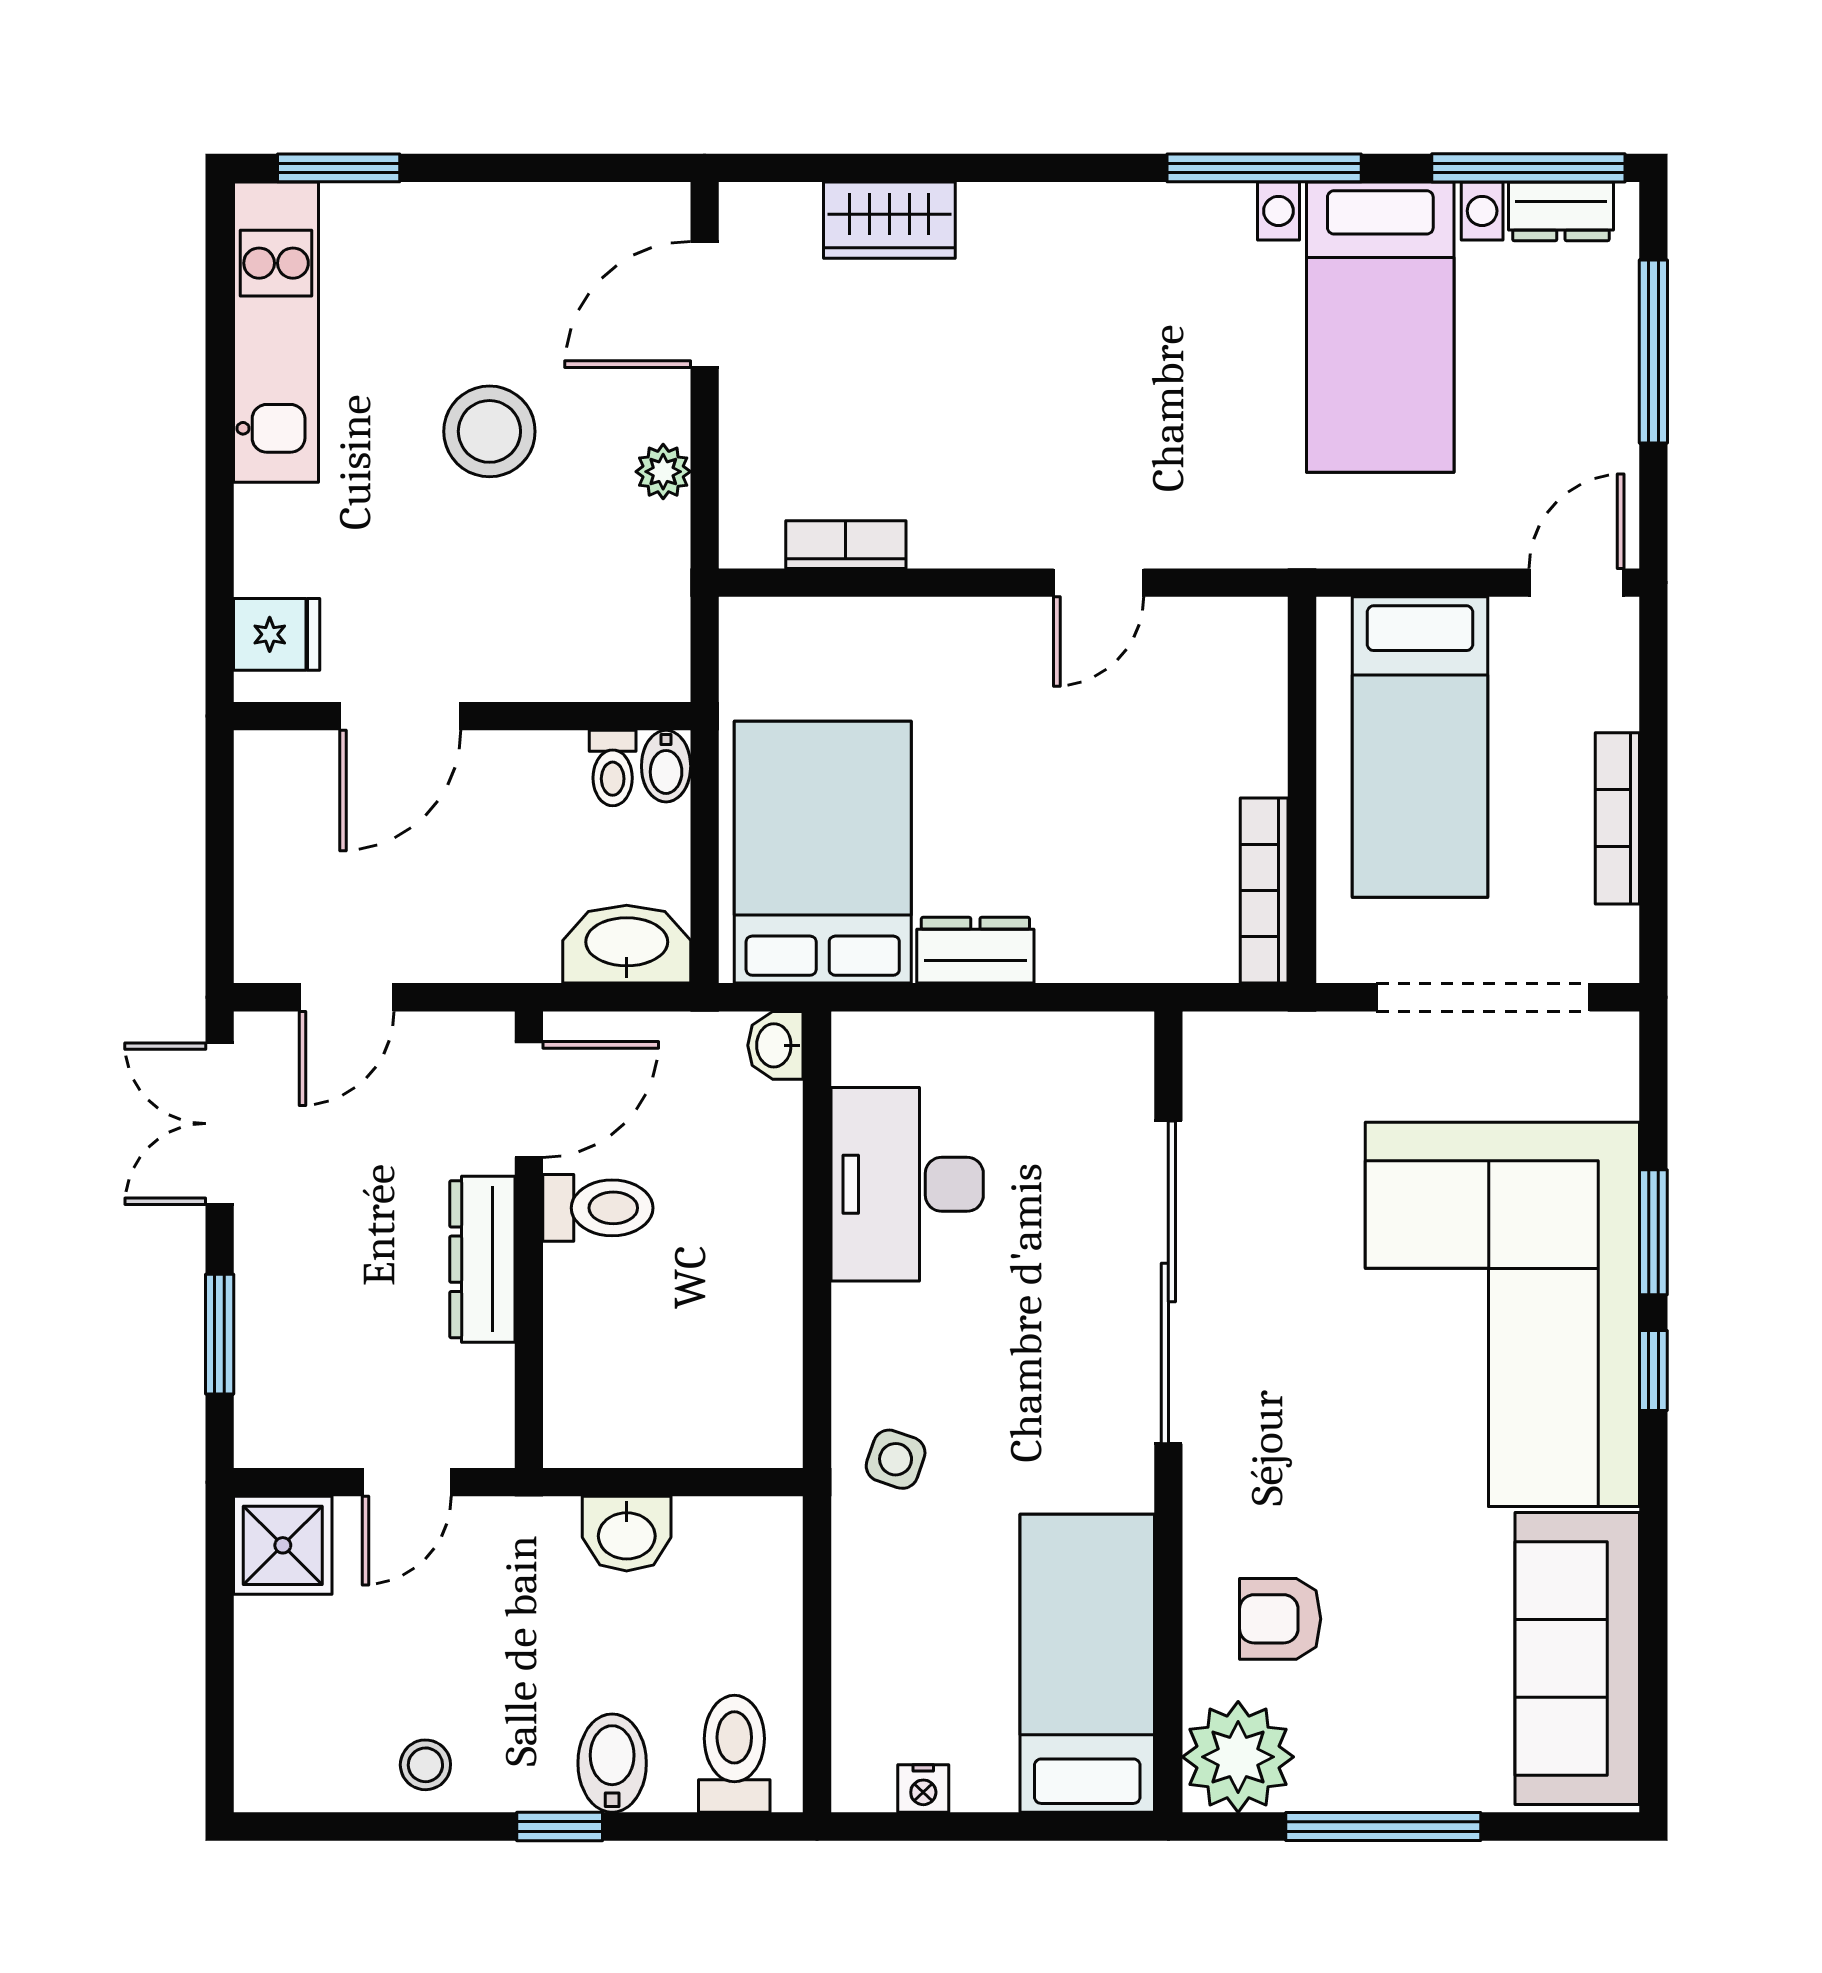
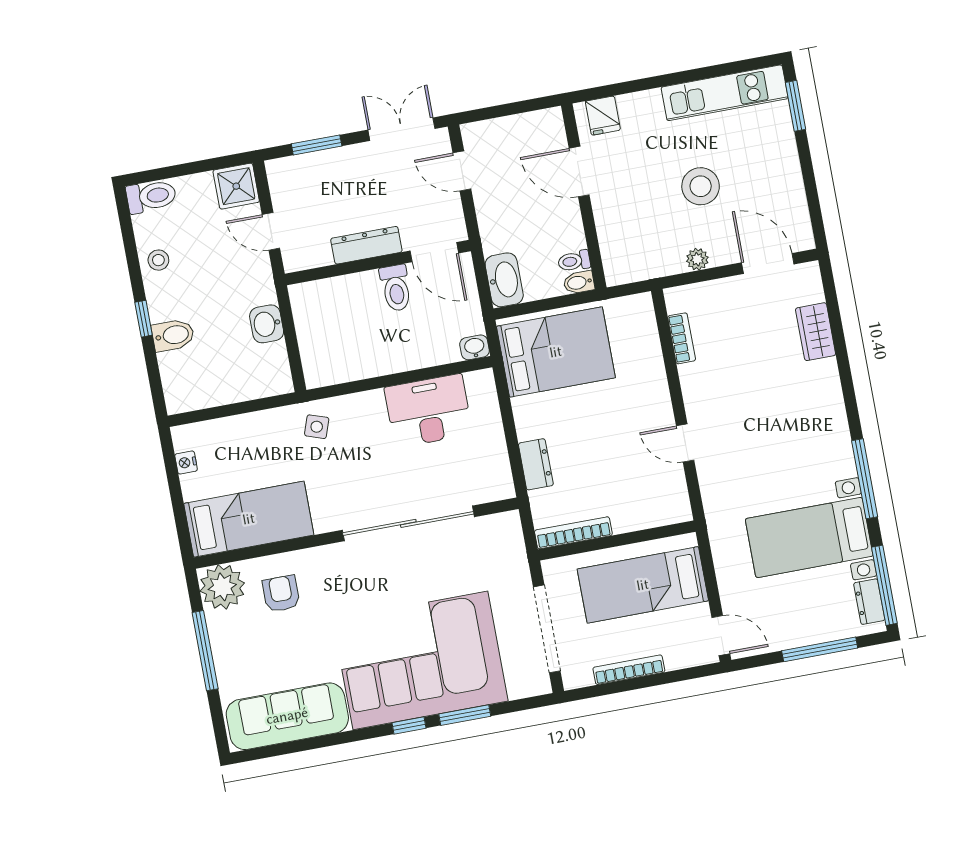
dresser: (975, 950) -> (536, 464), moved
toilet: (734, 1754) -> (151, 196), moved

